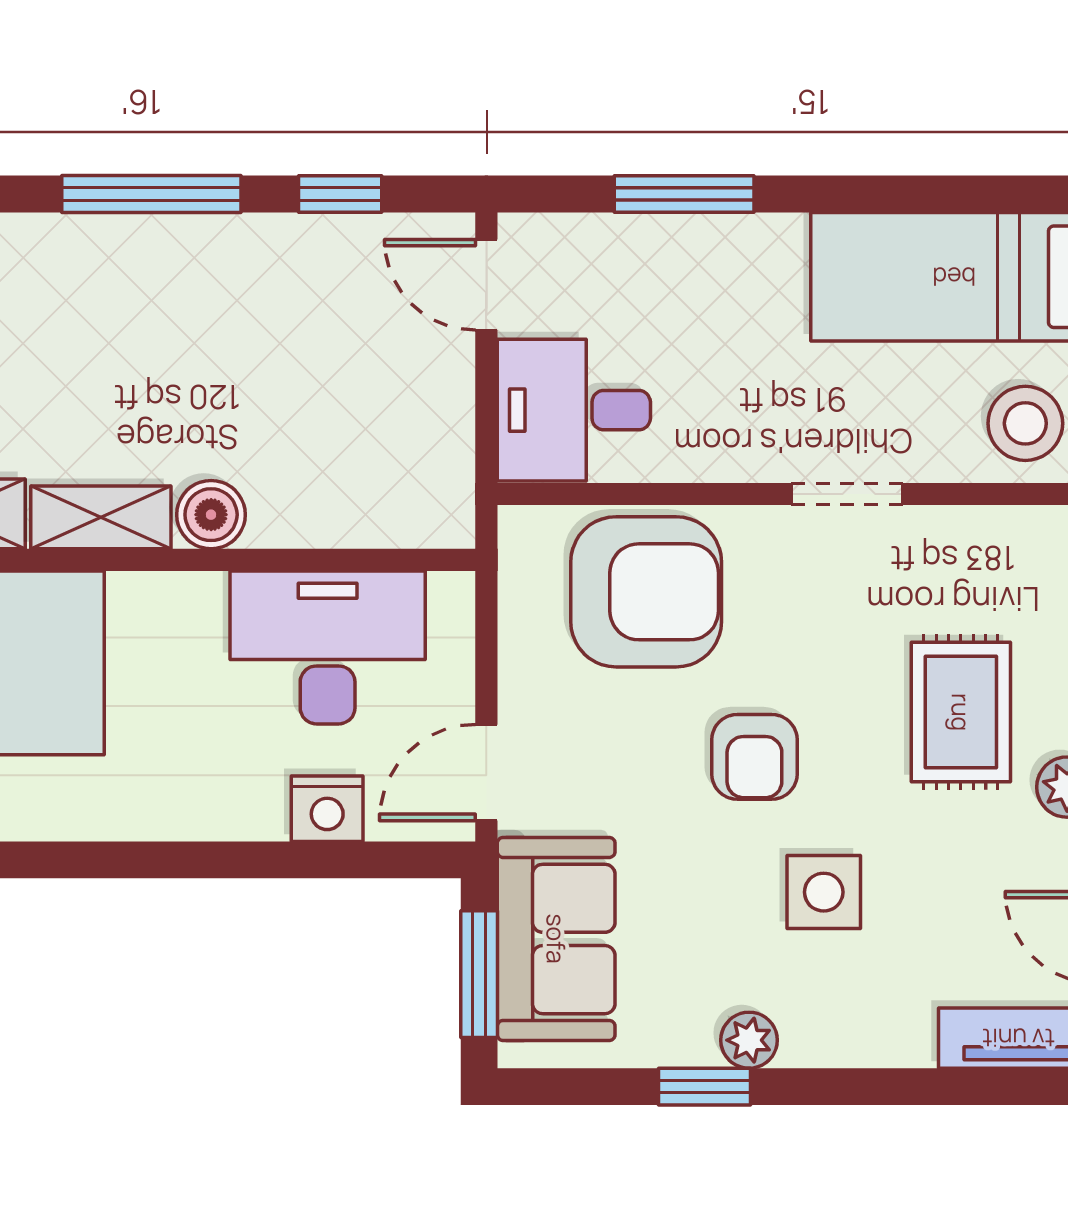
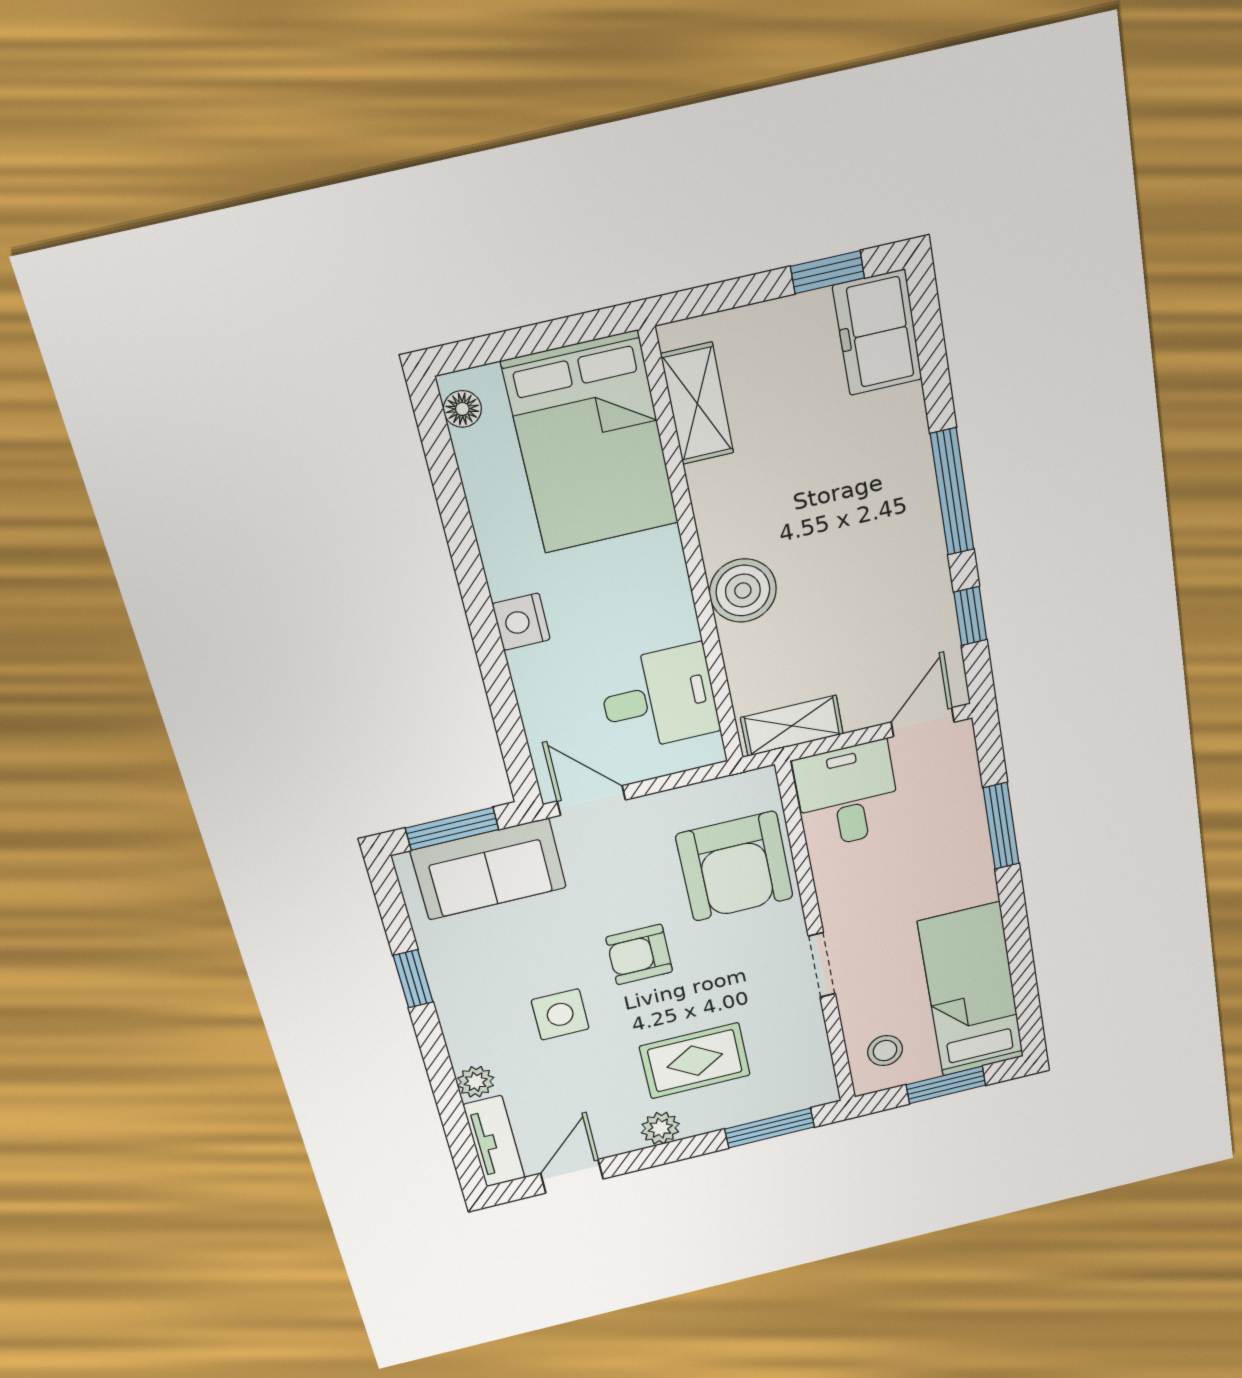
stool: (1025, 423) -> (885, 1051), width x0.73, depth x0.73
boiler: (211, 515) -> (743, 591), width x1.36, depth x1.36
shelving: (101, 517) -> (792, 726), moved, turned 90
desk: (328, 647) -> (659, 698), width x0.73
nightstand: (327, 809) -> (521, 622), moved
plant: (749, 1040) -> (476, 1082), moved

